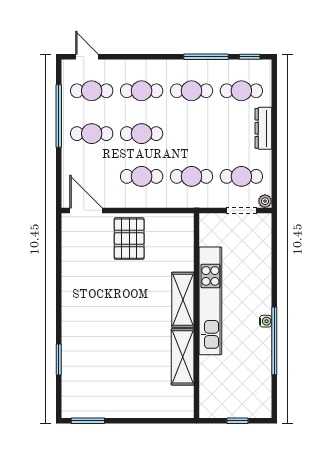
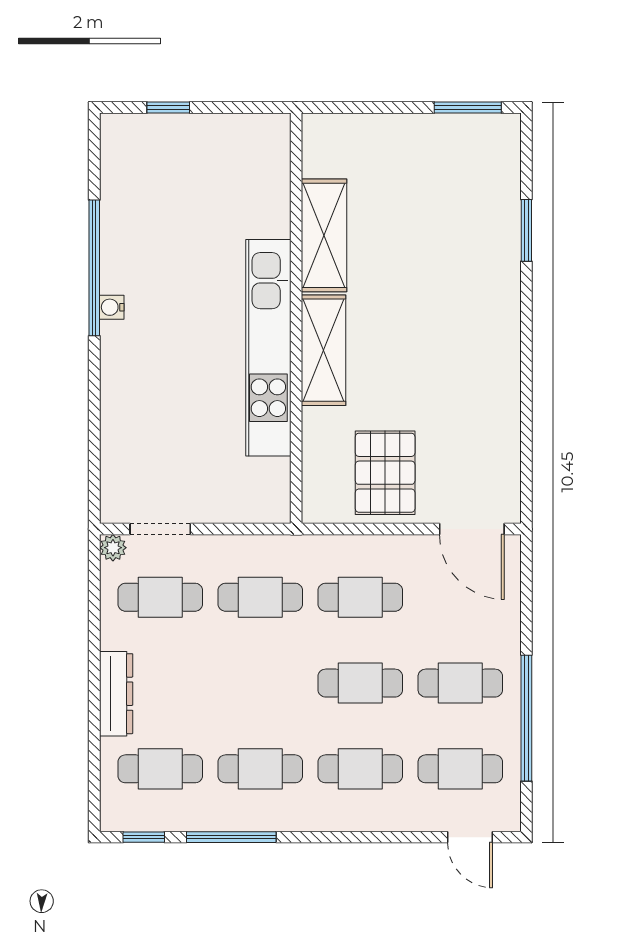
shelving: (183, 300) -> (324, 350), moved
kitchen unit: (210, 301) -> (268, 348), moved
wall: (197, 316) -> (296, 318), moved
shelving: (183, 357) -> (324, 235), moved

